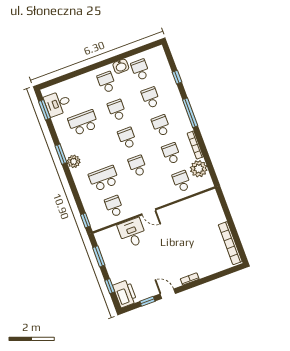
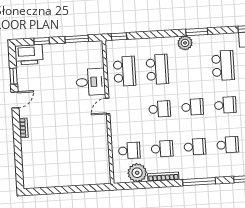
school desk: (114, 206) -> (125, 71), width x1.85
bookcase: (230, 243) -> (48, 182), removed

